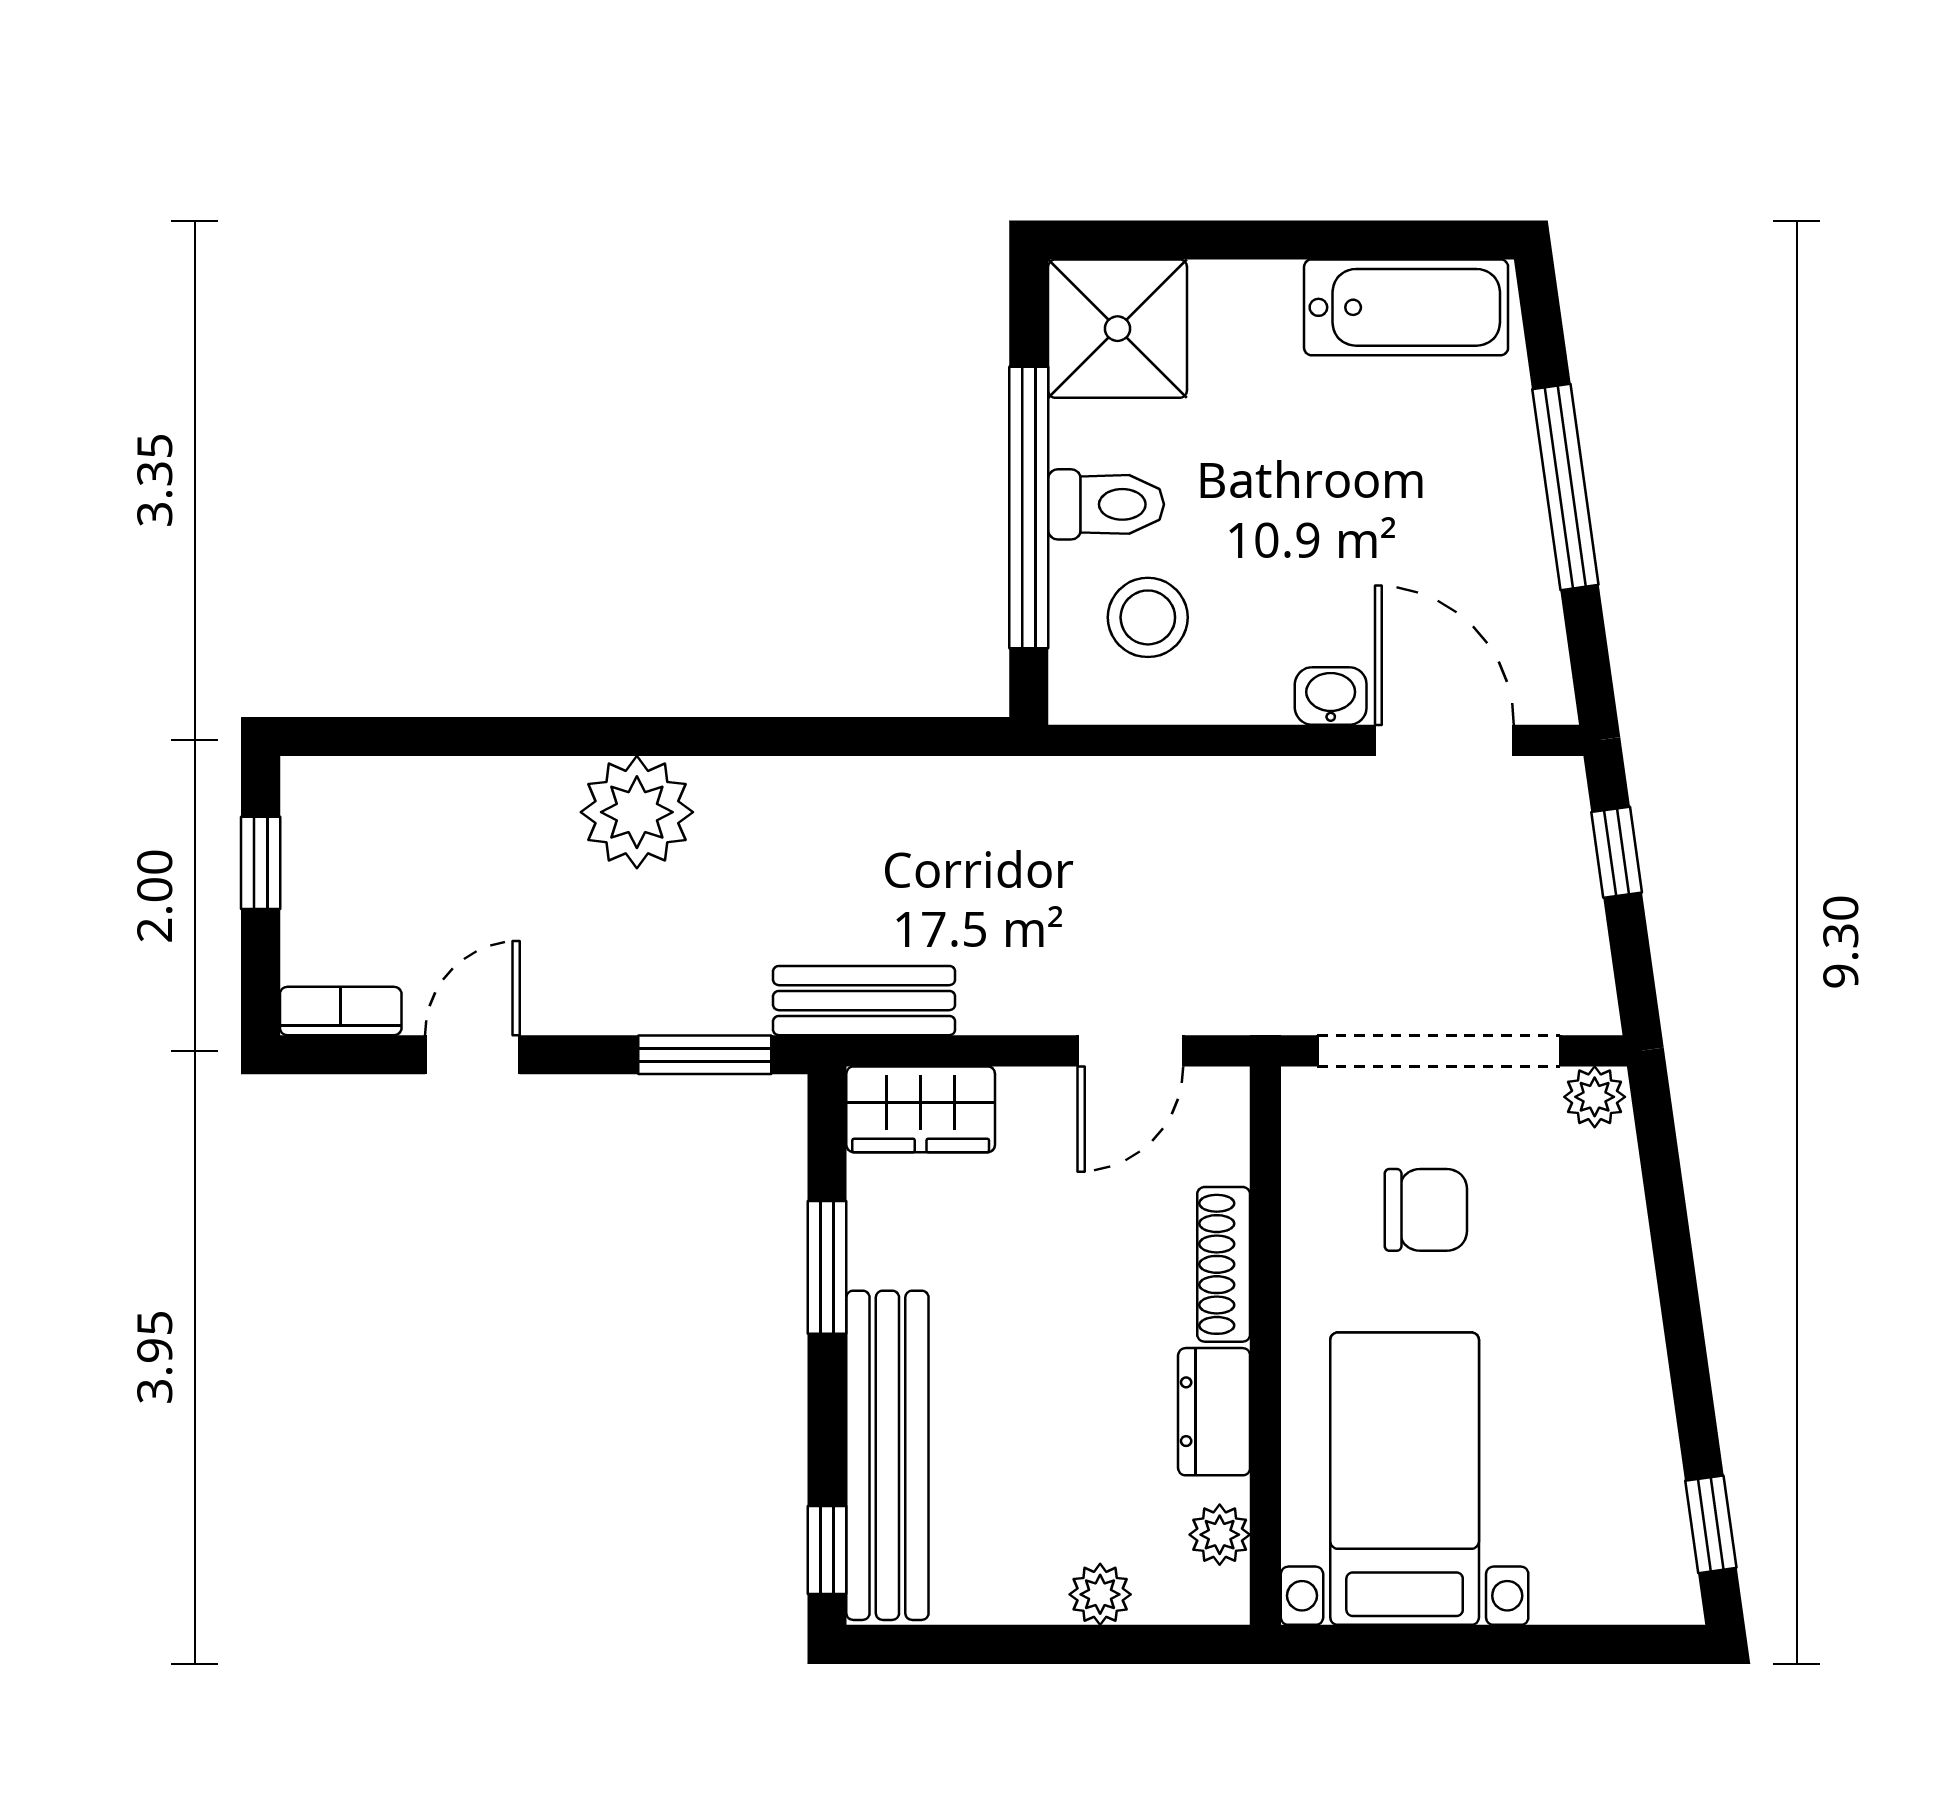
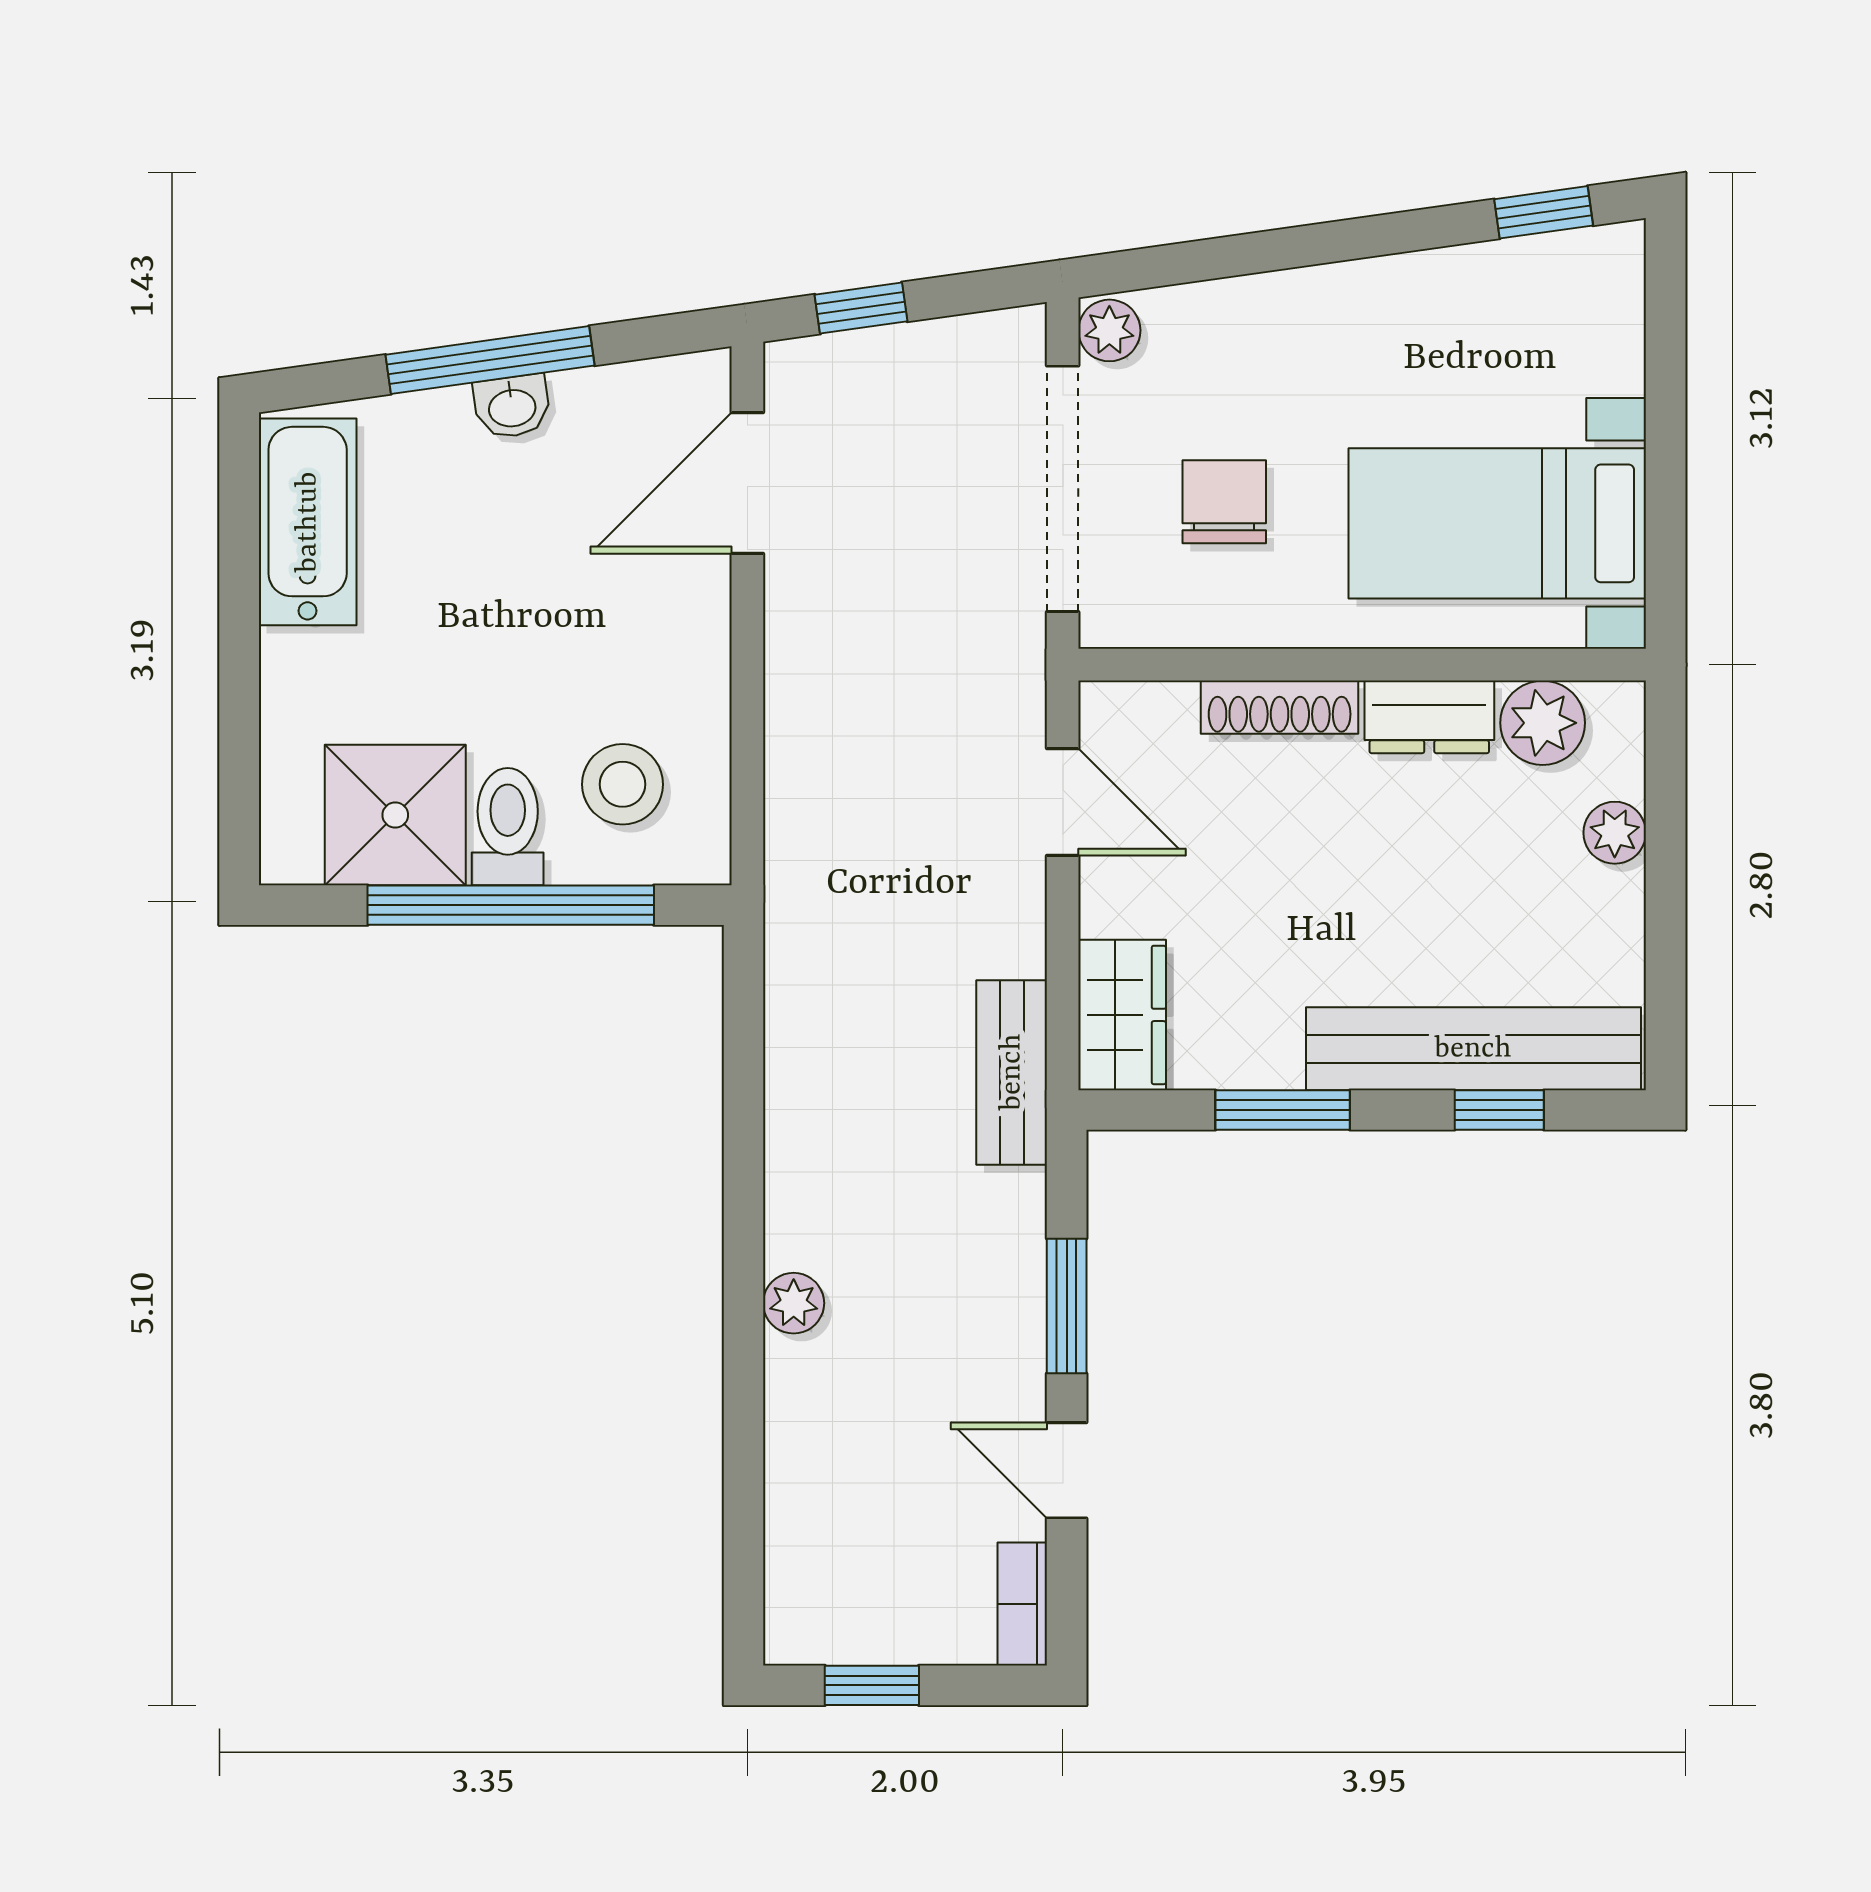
shower: (1118, 329) -> (395, 815), moved
washbasin: (1331, 696) -> (512, 406), moved, turned -98
plant: (637, 812) -> (794, 1303), width x0.53, depth x0.53
window: (705, 1055) -> (1067, 1306), moved
plant: (1220, 1535) -> (1543, 723), width x1.38, depth x1.38
window: (827, 1550) -> (1499, 1110), moved

